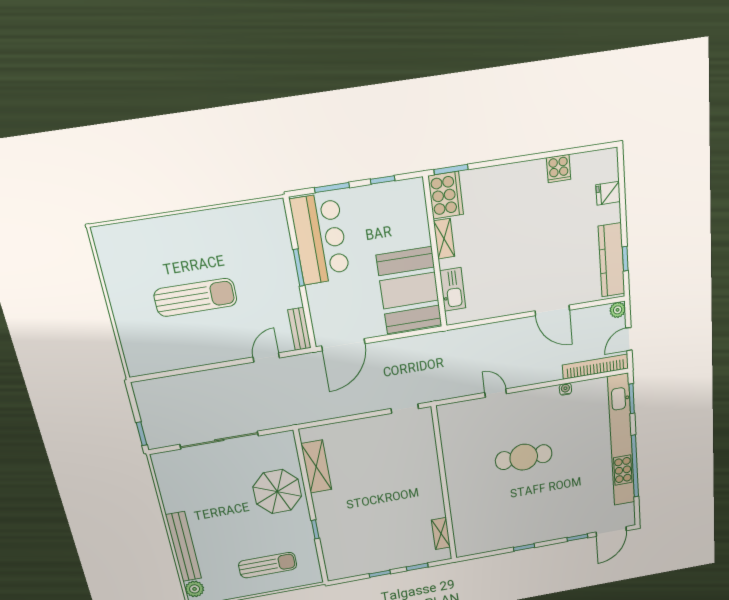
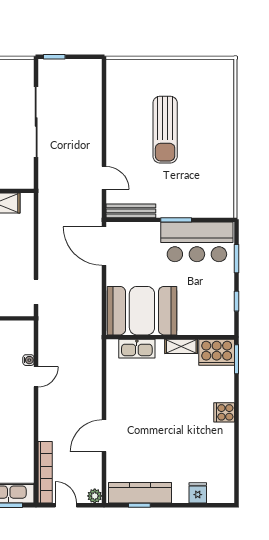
cooker: (559, 169) -> (224, 412), moved
bench: (299, 329) -> (131, 211), width x1.36
water cooler: (565, 389) -> (28, 360), moved

